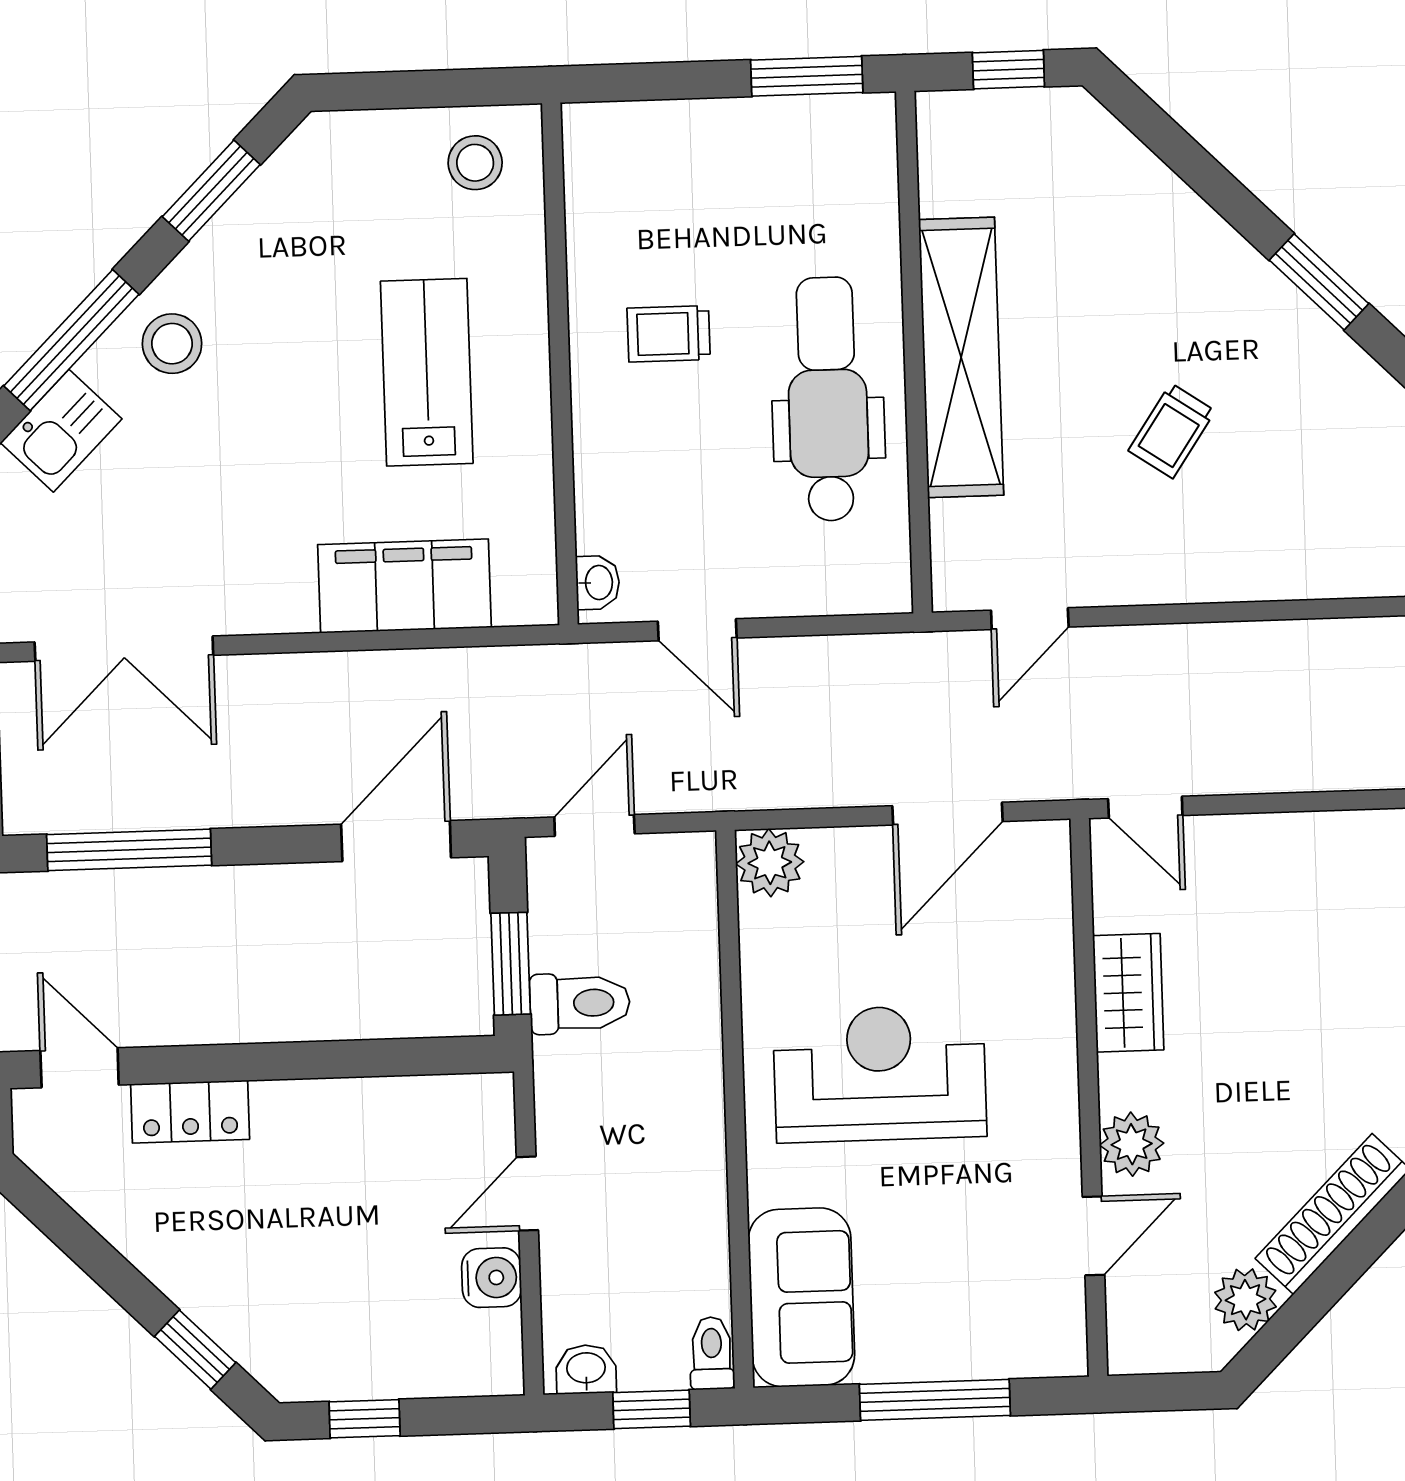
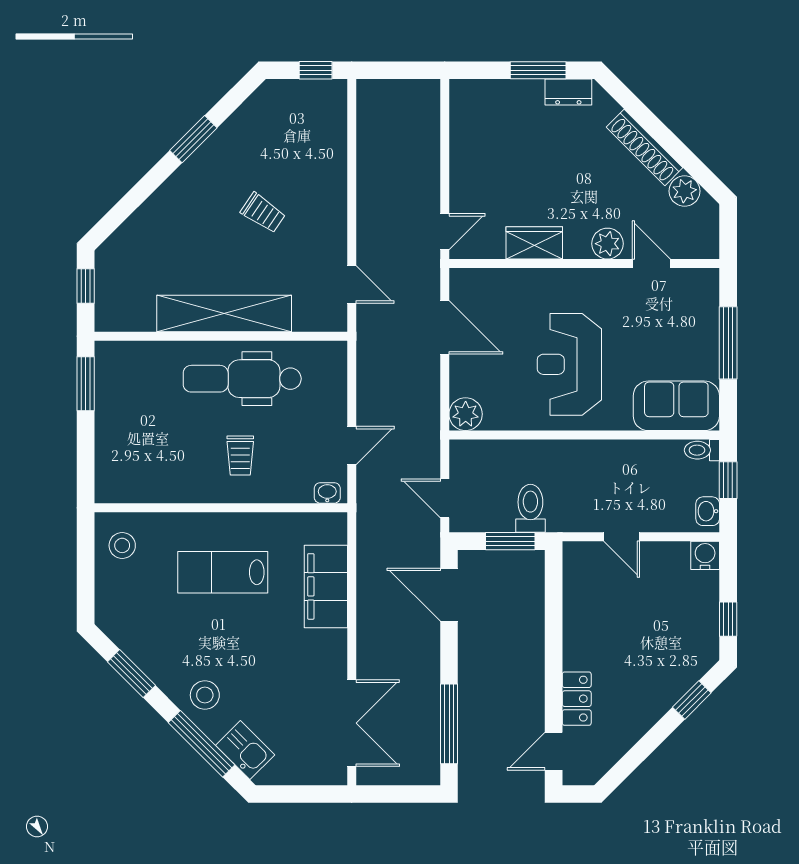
trolley: (669, 334) -> (240, 455), moved
water cooler: (492, 1278) -> (705, 555), moved

